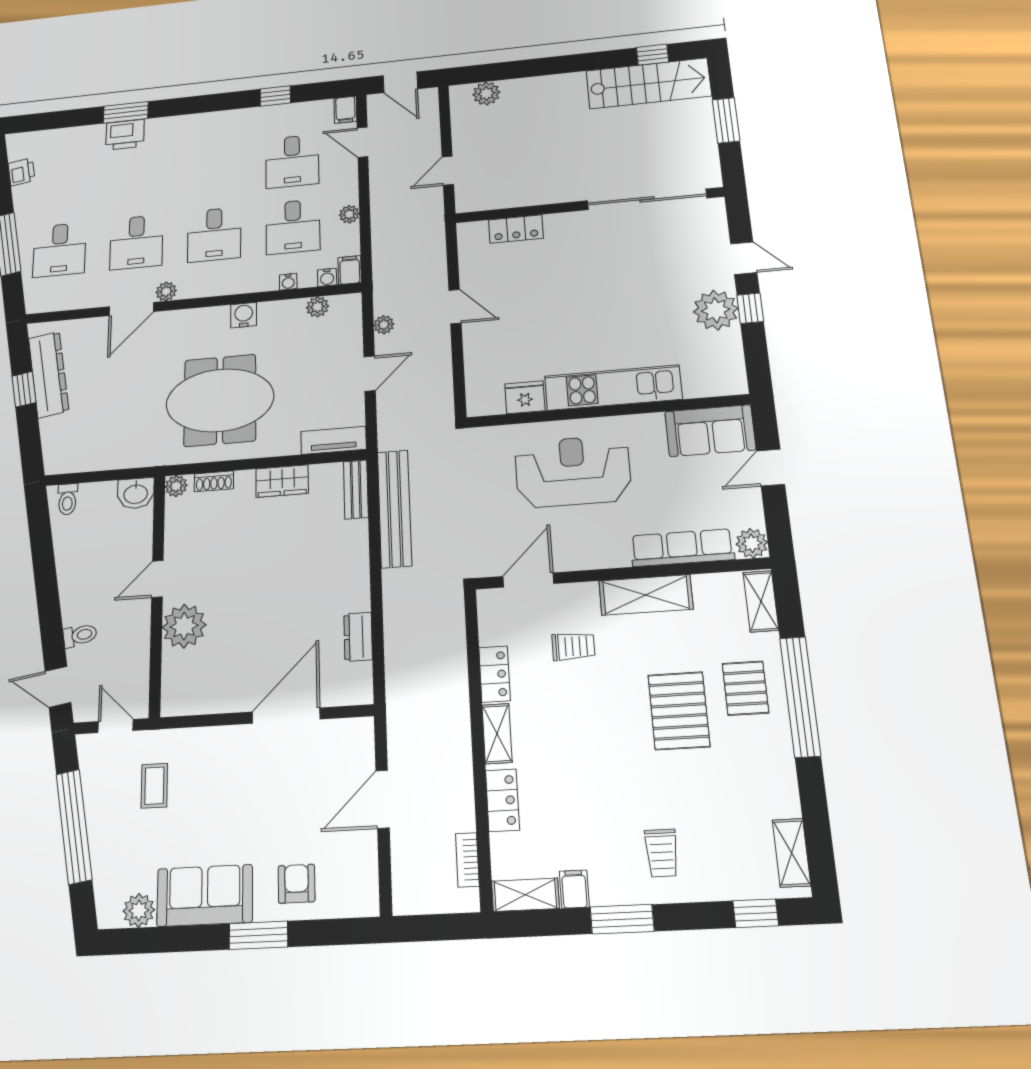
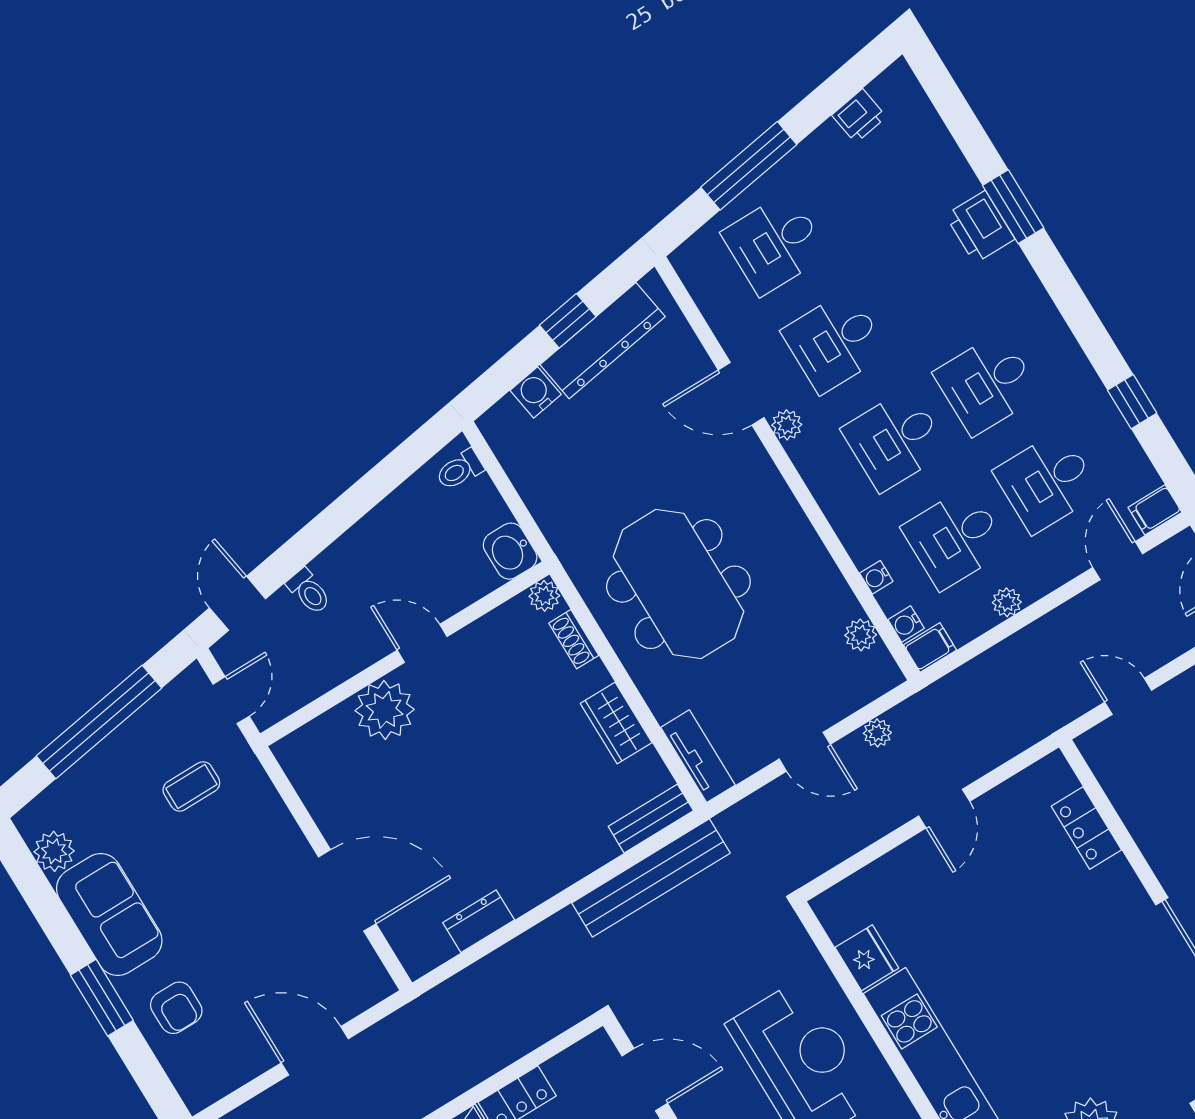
desk: (215, 169) -> (987, 384), added
water cooler: (244, 315) -> (536, 392), moved, turned -99
armchair: (297, 884) -> (176, 1008), turned 90

